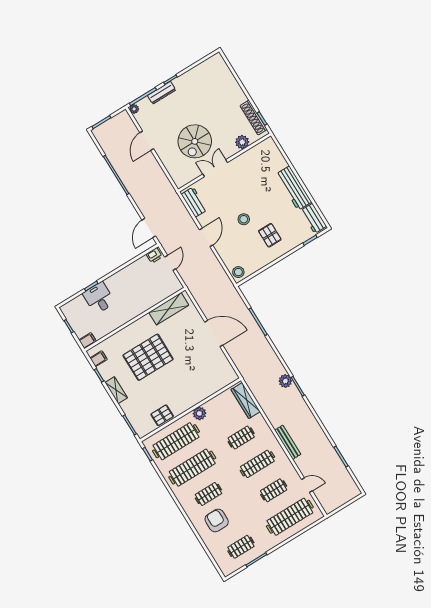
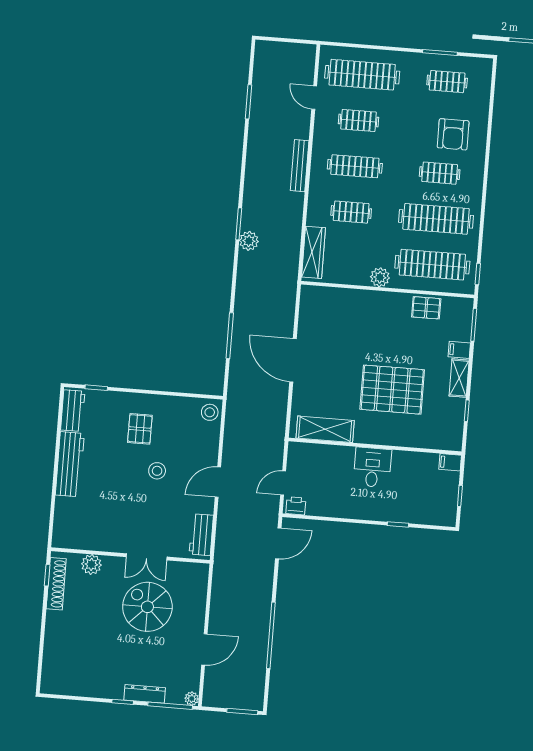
spiral stairs: (195, 141) -> (147, 607), turned -90
desk: (99, 298) -> (372, 467), moved, turned 180
filing cabinet: (99, 359) -> (459, 350), moved

